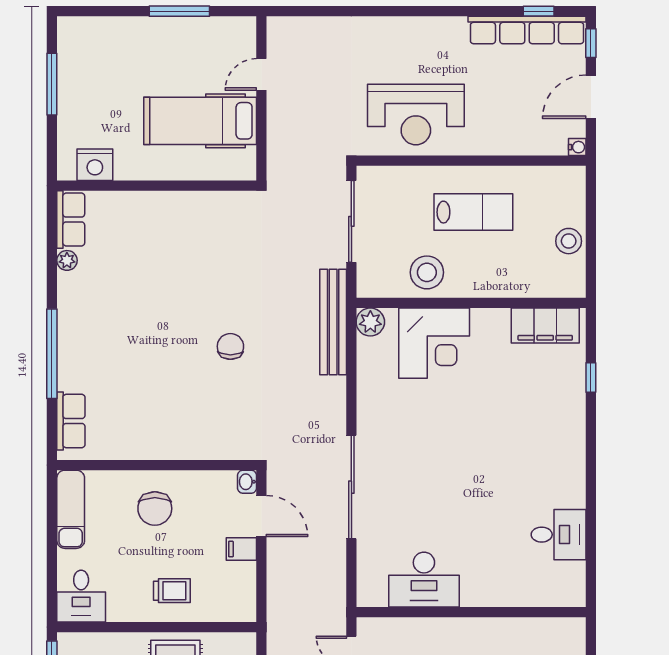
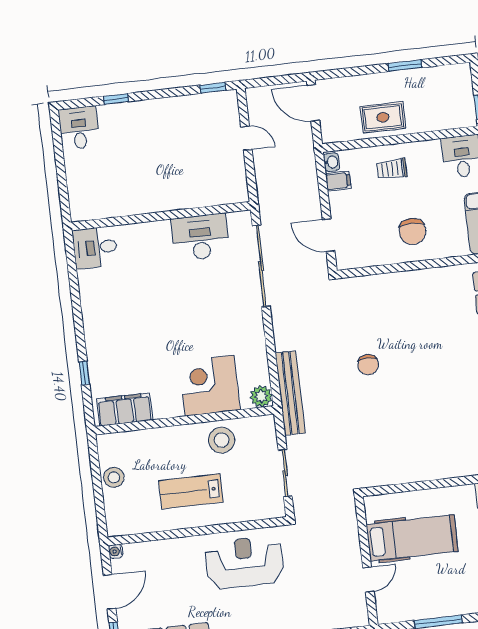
sliding door: (351, 221) -> (285, 473), width x0.73
washbasin: (247, 482) -> (332, 162), moved
chair: (155, 509) -> (412, 231), turned 180
filing cabinet: (241, 549) -> (338, 181), moved
desk: (424, 580) -> (200, 237), moved
wall: (471, 612) -> (161, 216), moved

